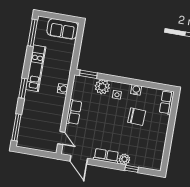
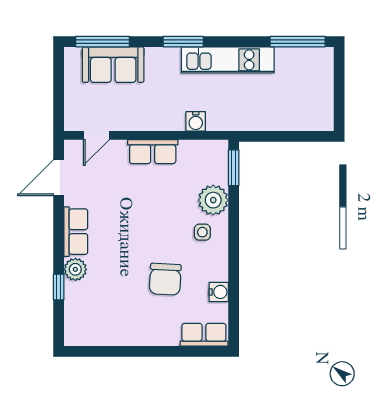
sofa: (63, 29) -> (113, 65), moved, turned -90
water cooler: (136, 90) -> (219, 292), moved

